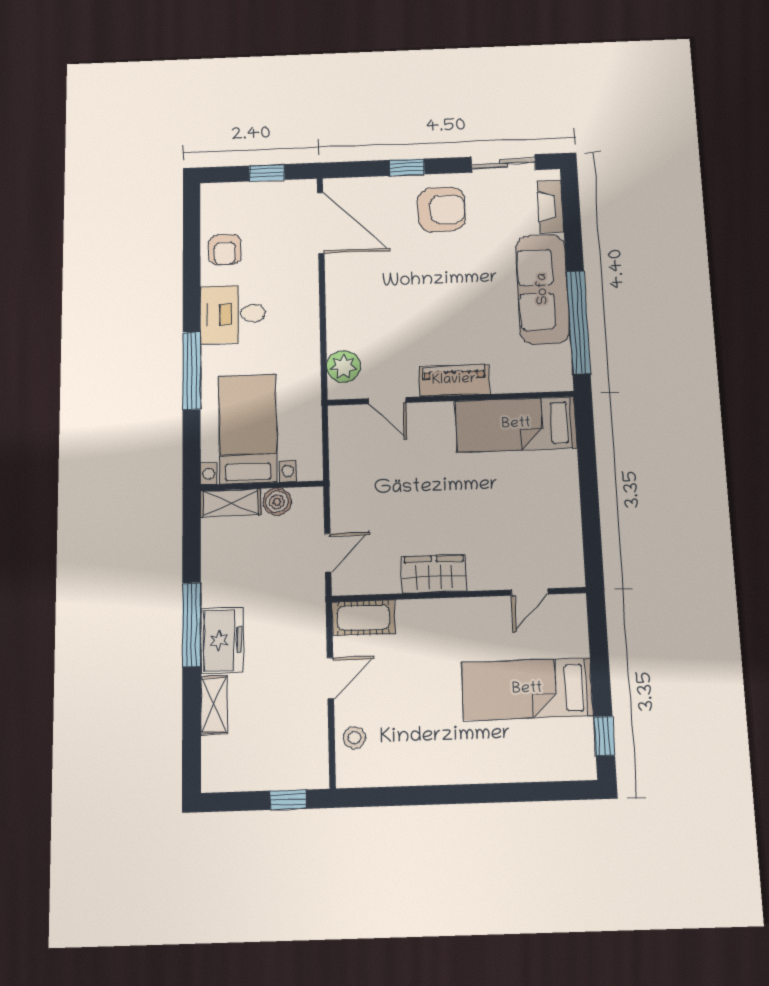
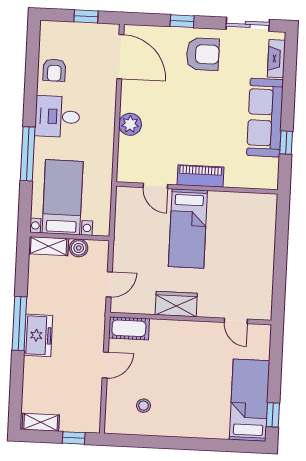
window: (578, 322) -> (286, 143), width x0.32
plant: (344, 366) -> (130, 124), moved
bed: (516, 424) -> (188, 229), moved, turned -90
door: (530, 592) -> (236, 321), hinge flipped
bed: (527, 689) -> (249, 400), moved, turned 90
shelving: (214, 705) -> (41, 422), moved, turned 90
stool: (354, 738) -> (144, 406), moved

